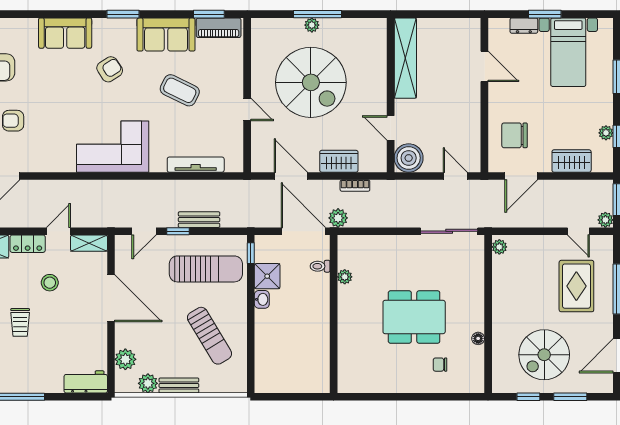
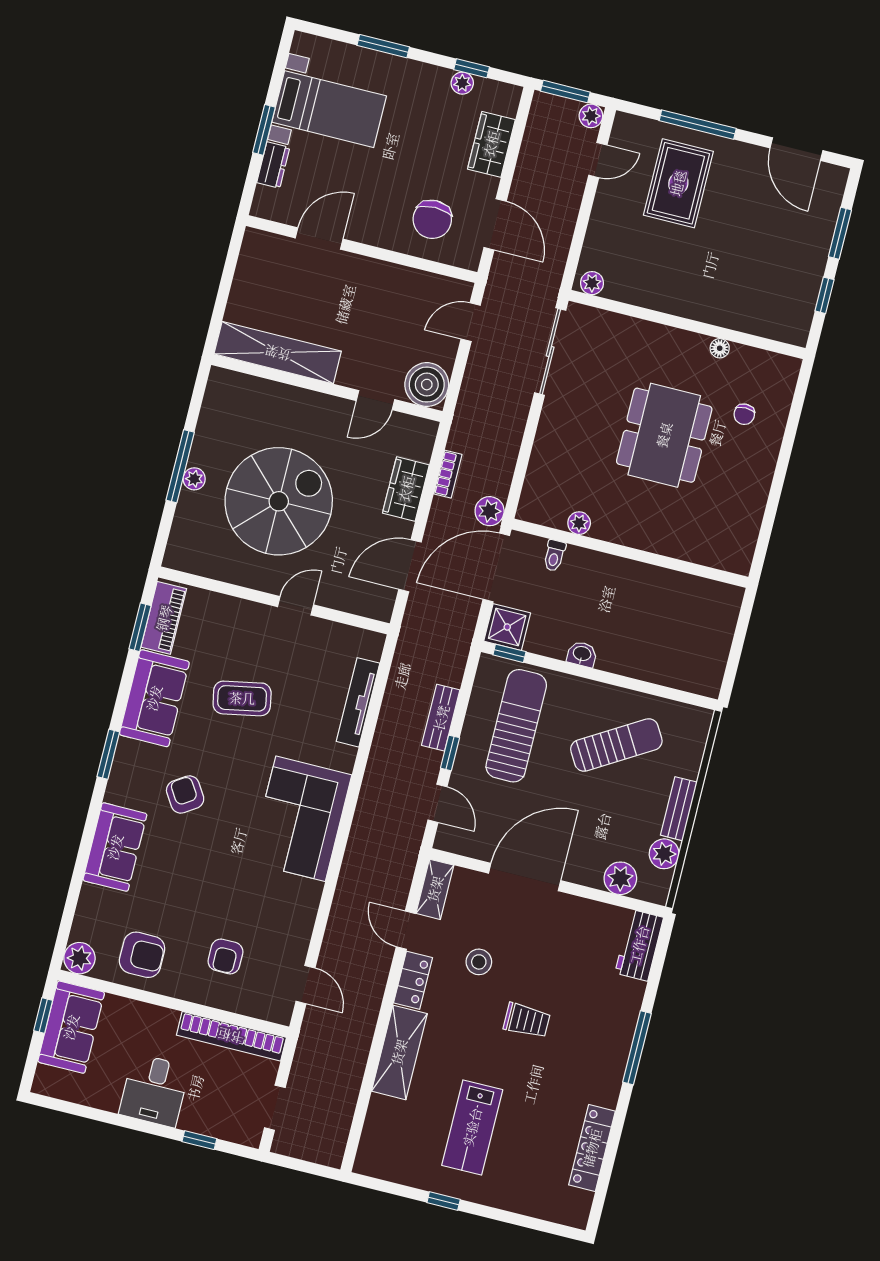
coffee table: (180, 90) -> (242, 698), turned 53
shower: (267, 276) -> (507, 627), moved
rug: (576, 286) -> (678, 183), turned 90
spiral stairs: (544, 355) -> (768, 256), removed

